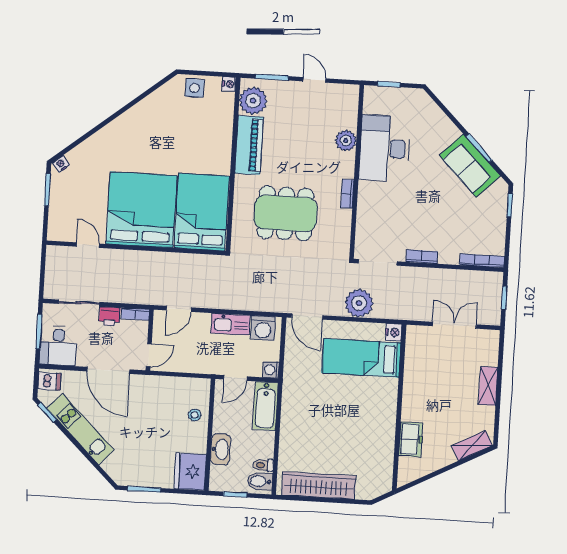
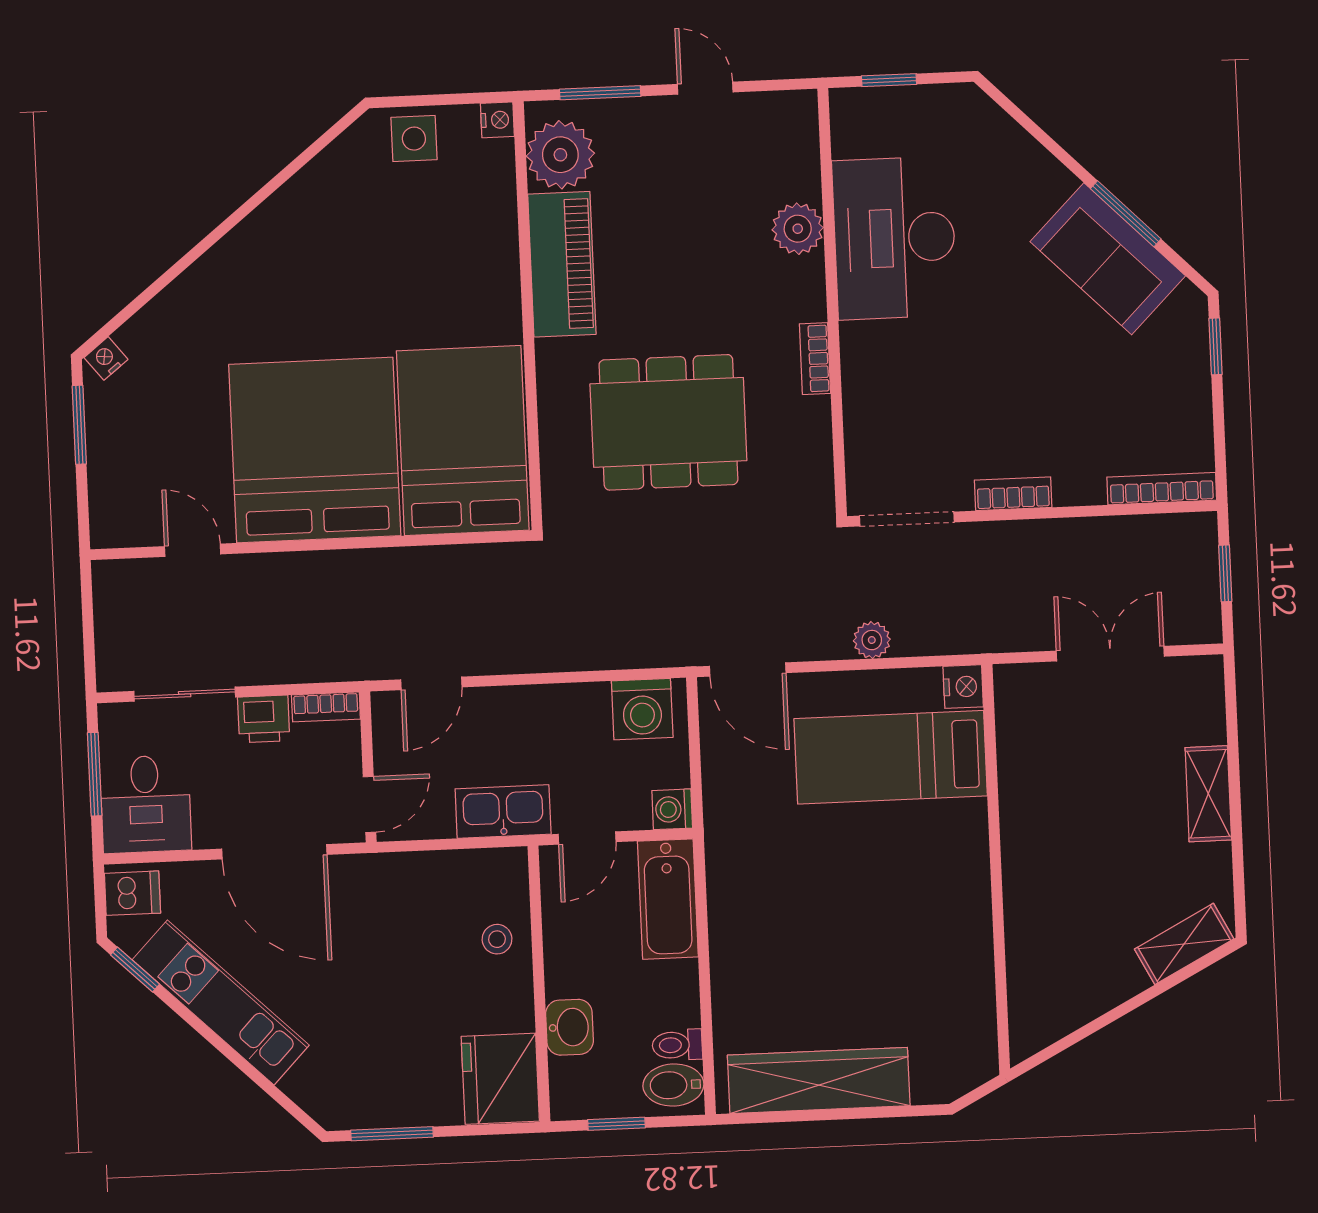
plant: (359, 303) -> (872, 640), width x0.53, depth x0.53
kitchen sink: (231, 324) -> (503, 812), moved, turned 180
freezer: (411, 439) -> (1032, 944), removed
washbasin: (221, 449) -> (570, 1027), width x0.72

